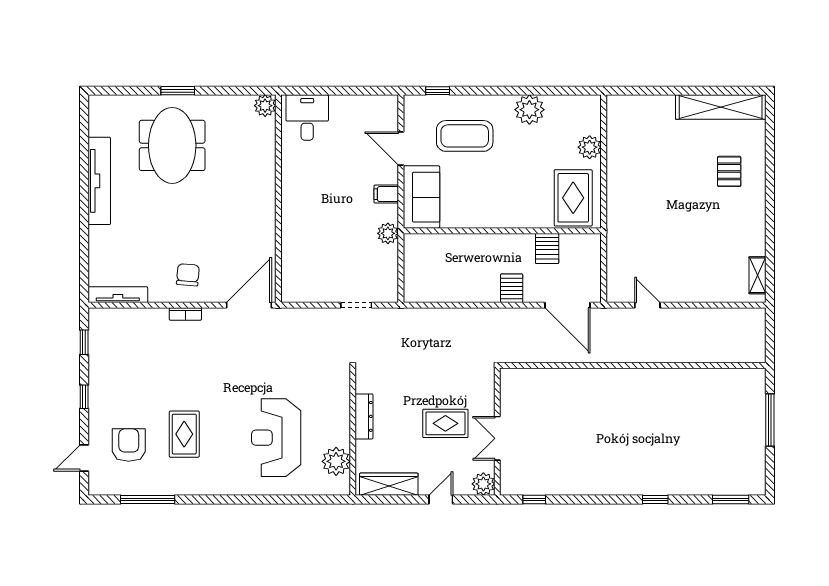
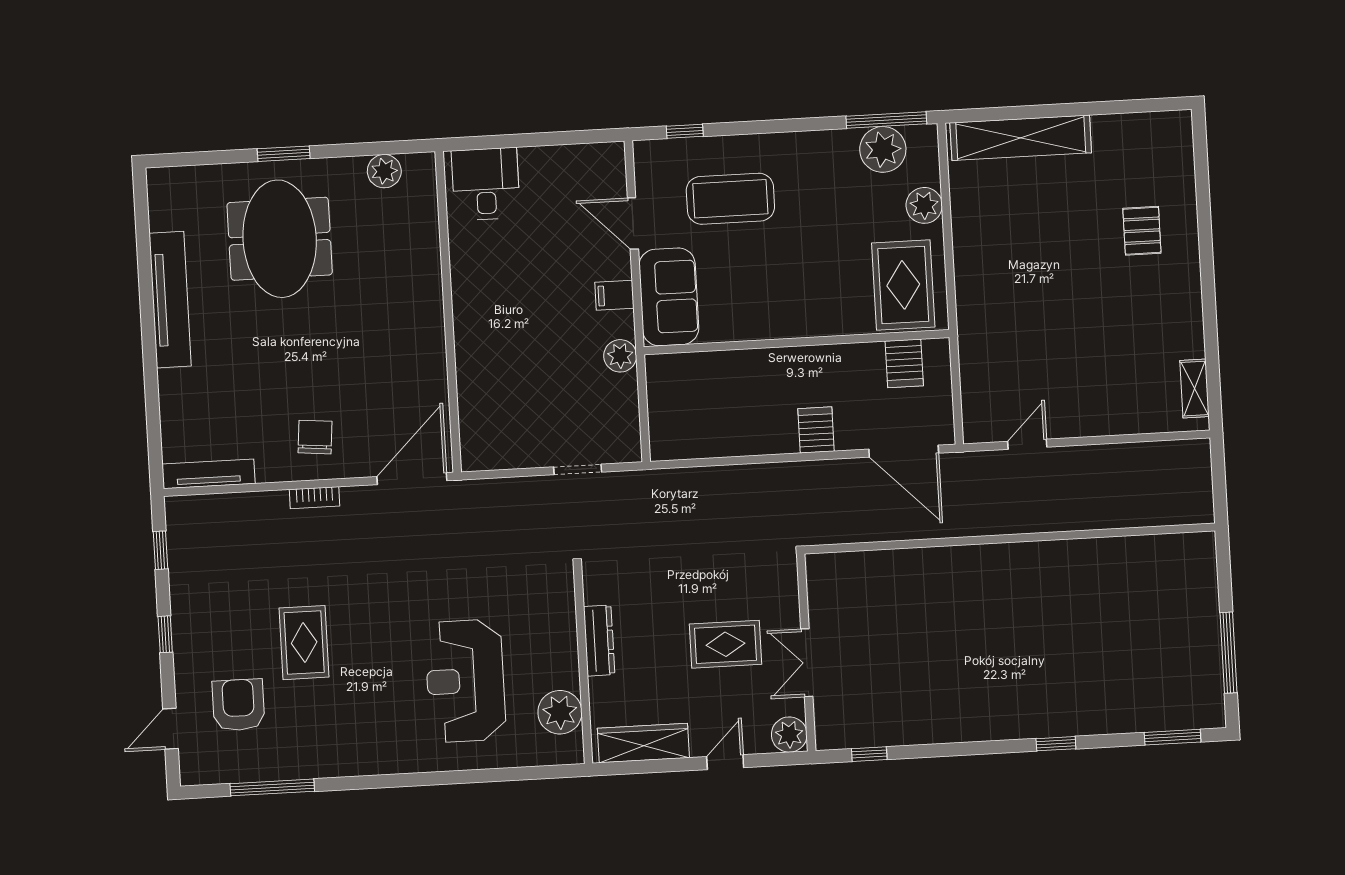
window: (568, 91) -> (886, 120), added
plant: (265, 106) -> (384, 171), moved
shelving: (721, 107) -> (1021, 138), moved
plant: (529, 110) -> (883, 149), moved
server rack: (547, 249) -> (904, 363), moved
door: (647, 305) -> (1027, 444), hinge flipped
window: (770, 420) -> (1228, 653), moved
rug: (184, 434) -> (304, 643), moved

